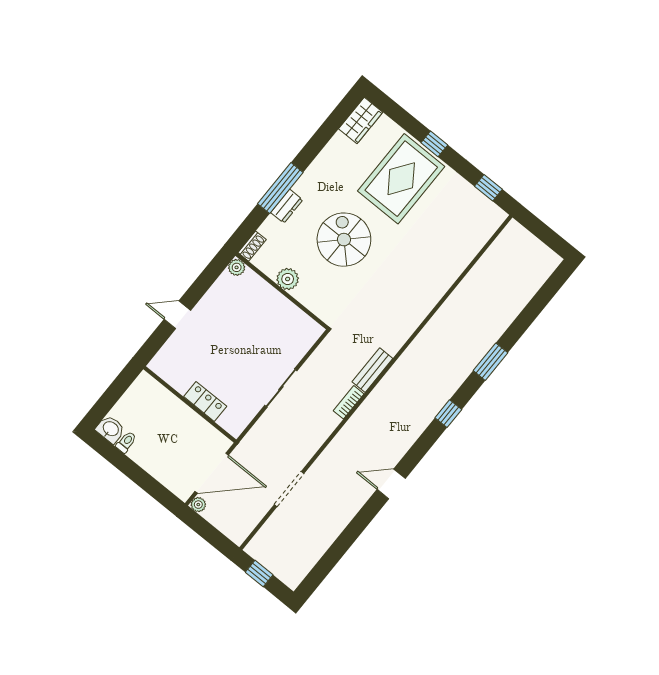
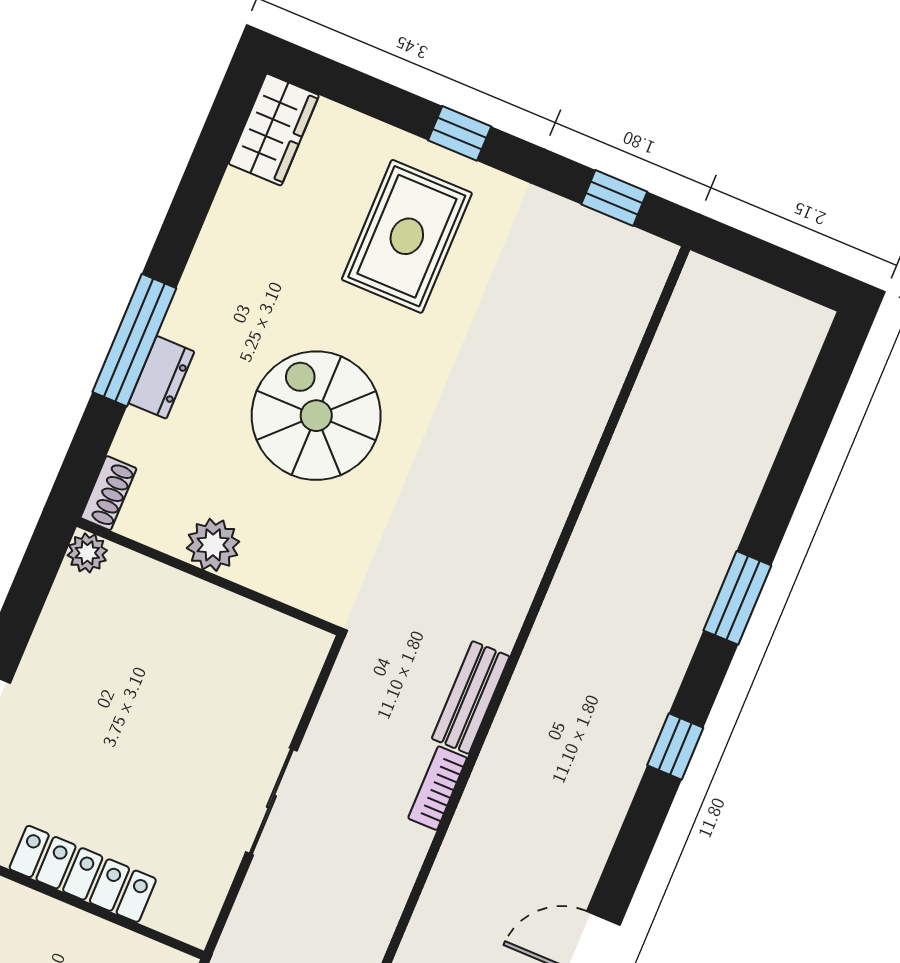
rug: (401, 179) -> (407, 236), width x0.73, depth x0.69
locker: (205, 401) -> (83, 874), width x1.53

